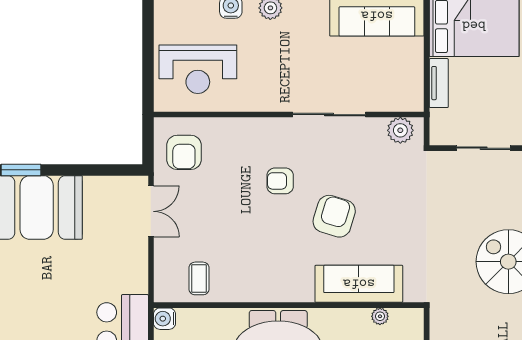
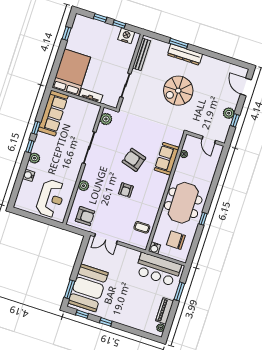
plant: (246, 129) -> (84, 186), added
armchair: (280, 181) -> (126, 190), moved
double door: (151, 211) -> (106, 239), swing flipped
sofa: (359, 284) -> (167, 159), width x0.73

